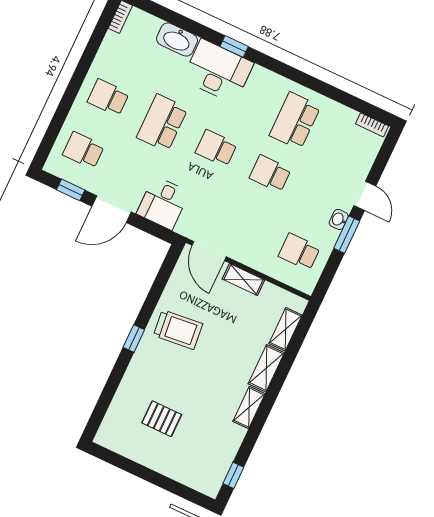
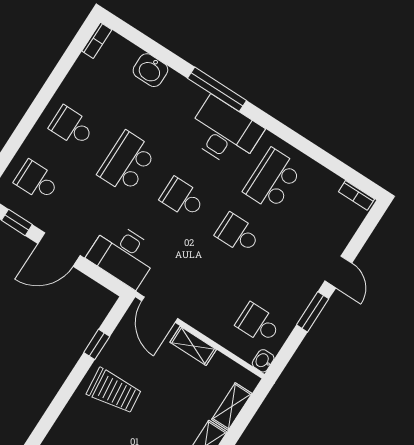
washbasin: (177, 40) -> (150, 70), width x0.72
window: (234, 46) -> (217, 89), width x2.17
desk: (218, 71) -> (224, 133), moved
desk: (163, 203) -> (123, 255), width x1.37
washbasin: (339, 219) -> (263, 361), moved
window: (134, 339) -> (97, 344), moved

